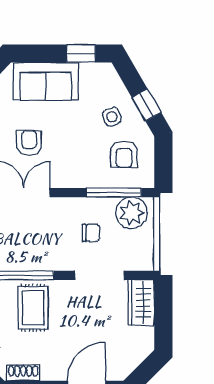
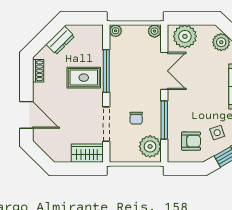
armchair: (29, 143) -> (199, 75), removed
armchair: (124, 154) -> (191, 141), turned 180
window: (114, 193) -> (164, 120), moved

